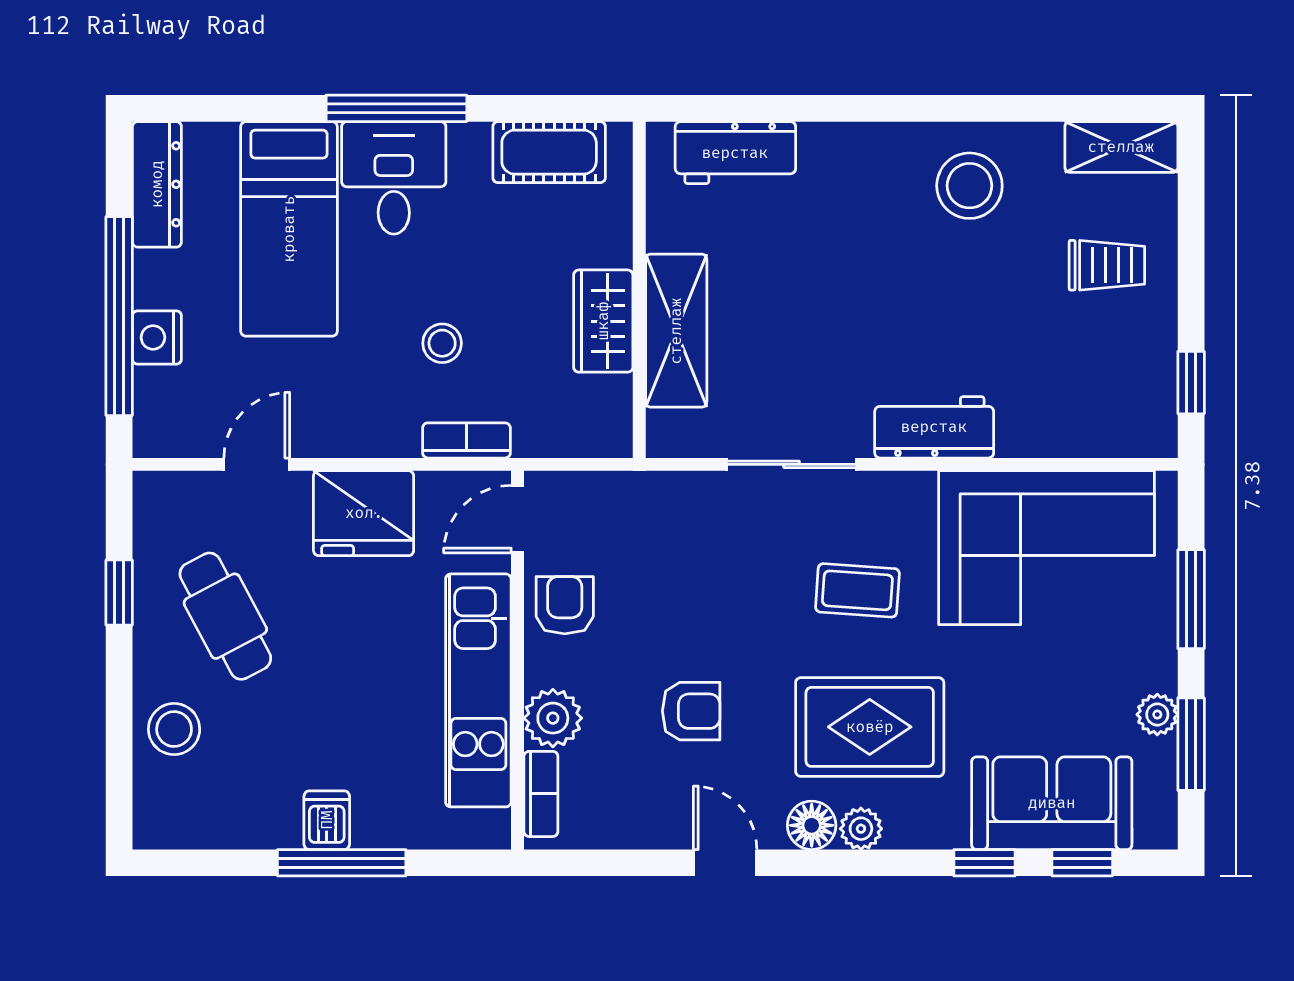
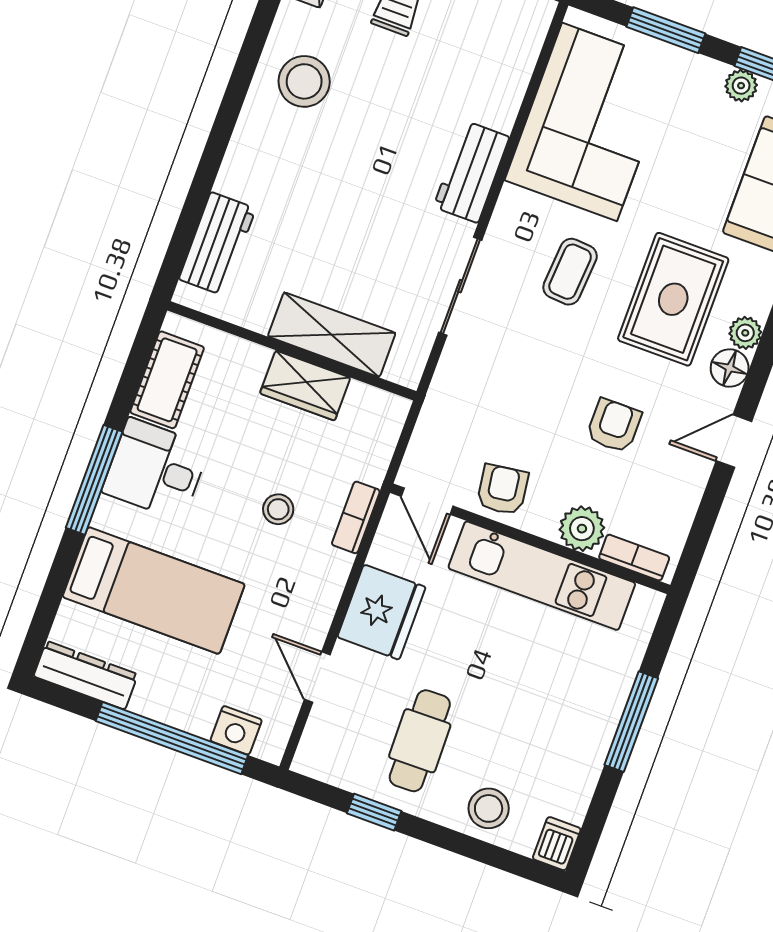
desk: (394, 178) -> (156, 469), moved
nightstand: (157, 337) -> (236, 730), moved
armchair: (565, 605) -> (503, 490), turned 82
cafe table: (225, 616) -> (420, 741), turned -63
dishwasher: (327, 820) -> (557, 844), moved, turned 90

